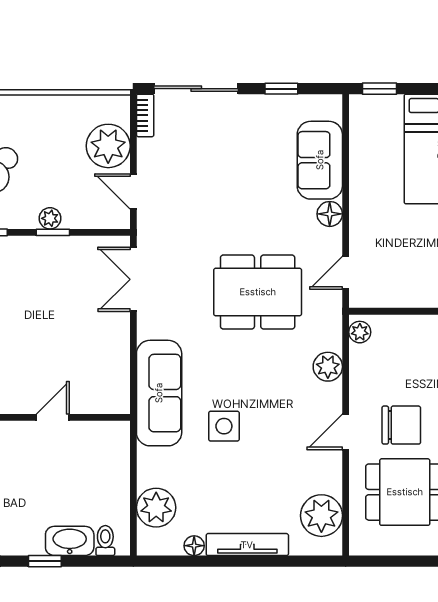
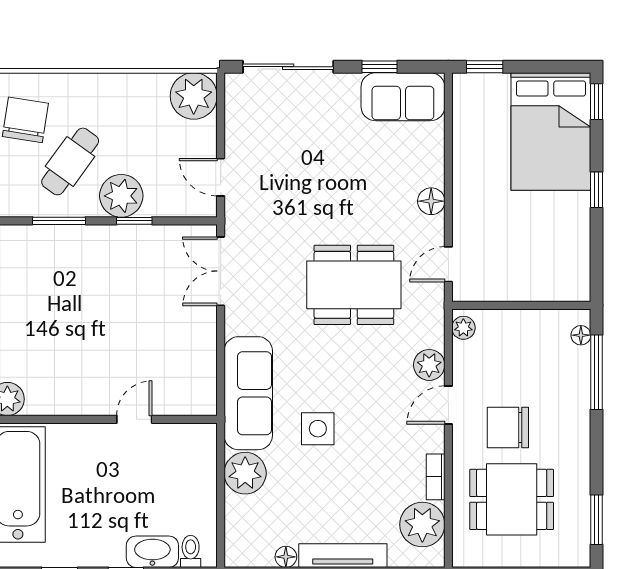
bookcase: (145, 115) -> (436, 477), moved, turned 180
plant: (108, 146) -> (194, 96), moved
sofa: (320, 160) -> (403, 97), moved, turned -90
plant: (50, 218) -> (121, 196), width x1.88, depth x1.88
chair: (401, 425) -> (508, 428), turned 180
door: (346, 432) -> (448, 405), moved
plant: (156, 508) -> (245, 473), moved

